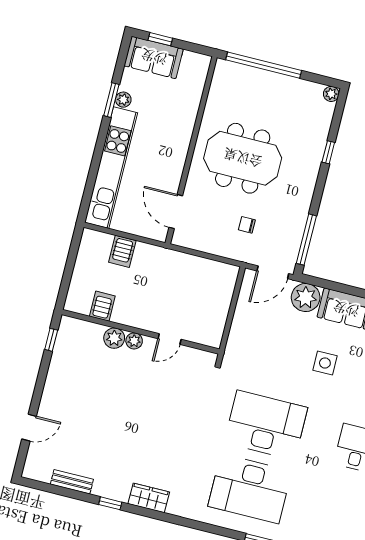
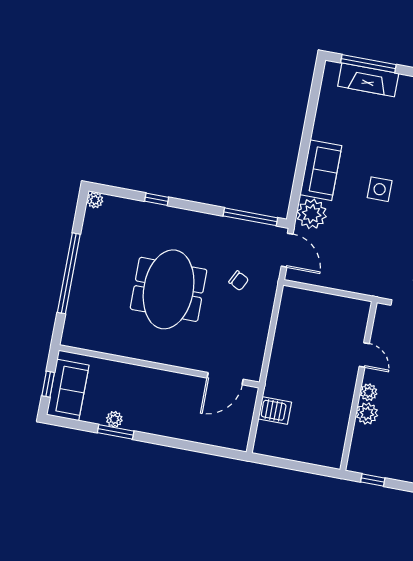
wall: (191, 150) -> (159, 366), moved
kitchen unit: (111, 168) -> (187, 428), removed
door: (176, 212) -> (225, 379), moved
chair: (247, 225) -> (239, 281), turned -63
server rack: (102, 306) -> (334, 428), removed

